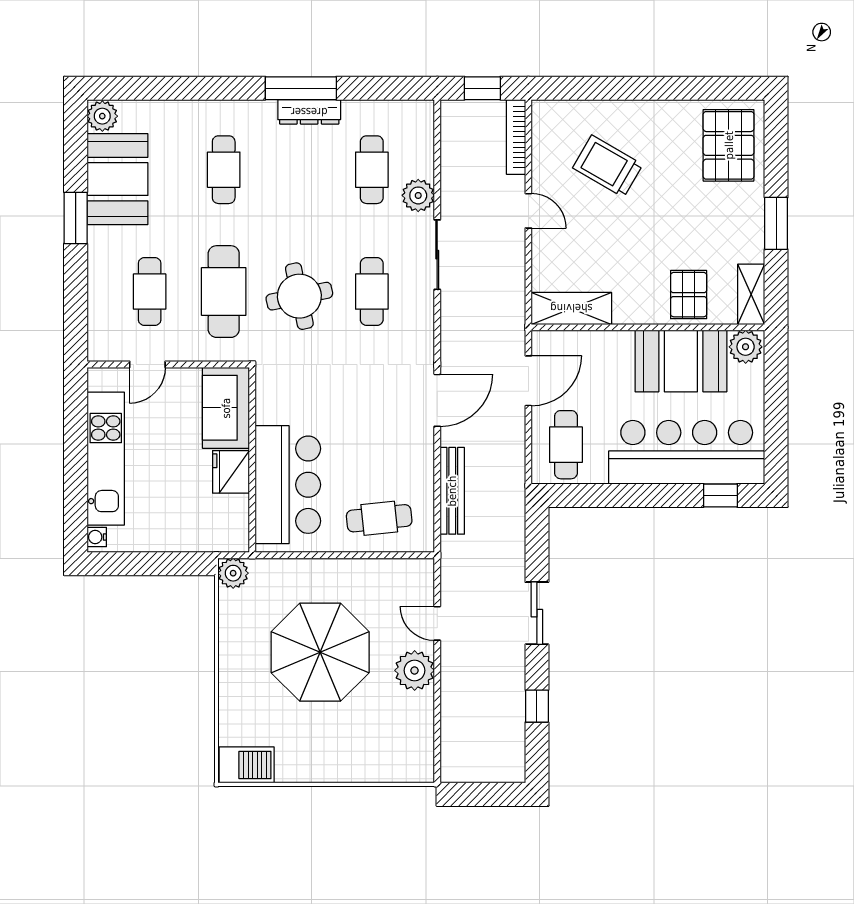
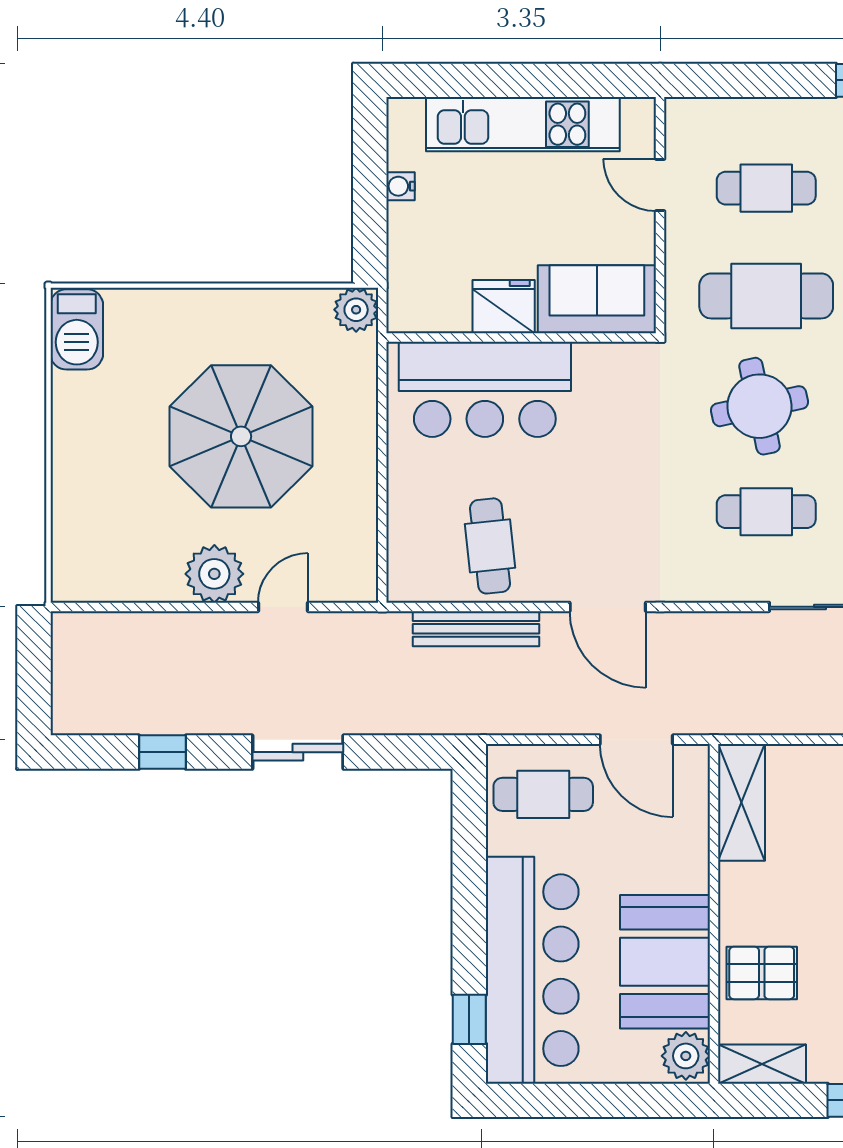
cafe table: (379, 518) -> (490, 546), moved
water cooler: (97, 537) -> (401, 186), moved, turned -90

